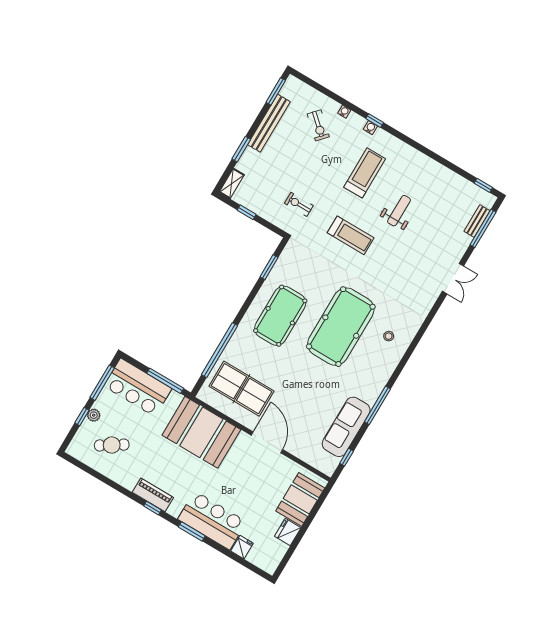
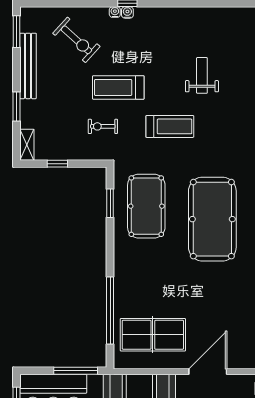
water cooler: (344, 112) -> (115, 12), moved
exercise bike: (318, 125) -> (76, 40), width x1.38, depth x1.39
treadmill: (365, 173) -> (118, 87), moved, turned -90
pool table: (280, 316) -> (146, 206), moved
door: (267, 442) -> (208, 372), hinge flipped

